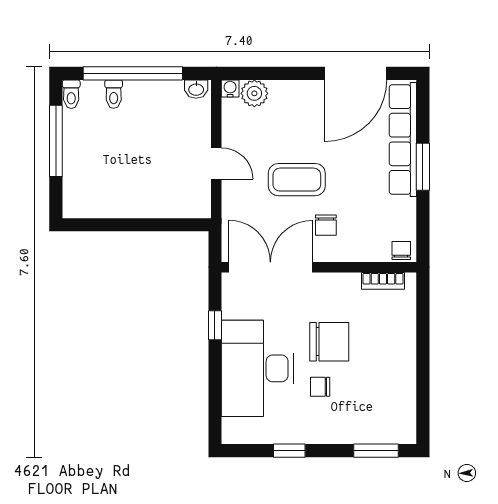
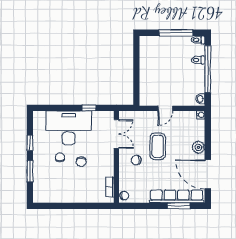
plant: (254, 93) -> (198, 147), moved
window: (423, 167) -> (179, 206), moved
double door: (270, 267) -> (116, 134), width x0.73
chair: (329, 342) -> (81, 162), width x0.54, depth x0.54
window: (376, 451) -> (30, 171), moved

